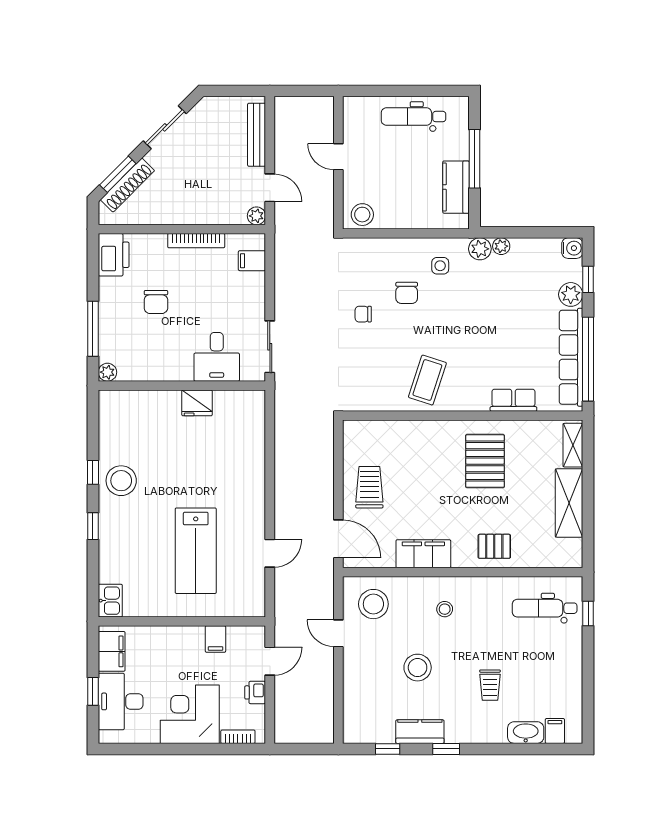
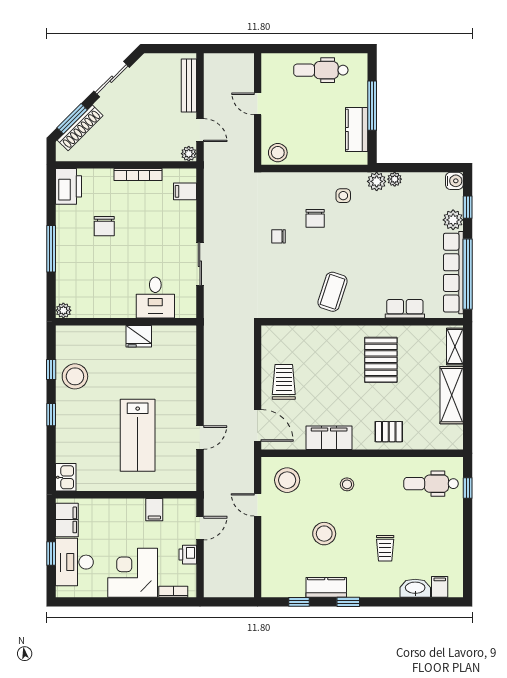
desk: (217, 357) -> (155, 298), moved
plant: (107, 372) -> (63, 310), moved
wall: (182, 386) -> (126, 322), moved
fridge: (197, 403) -> (139, 336), moved

